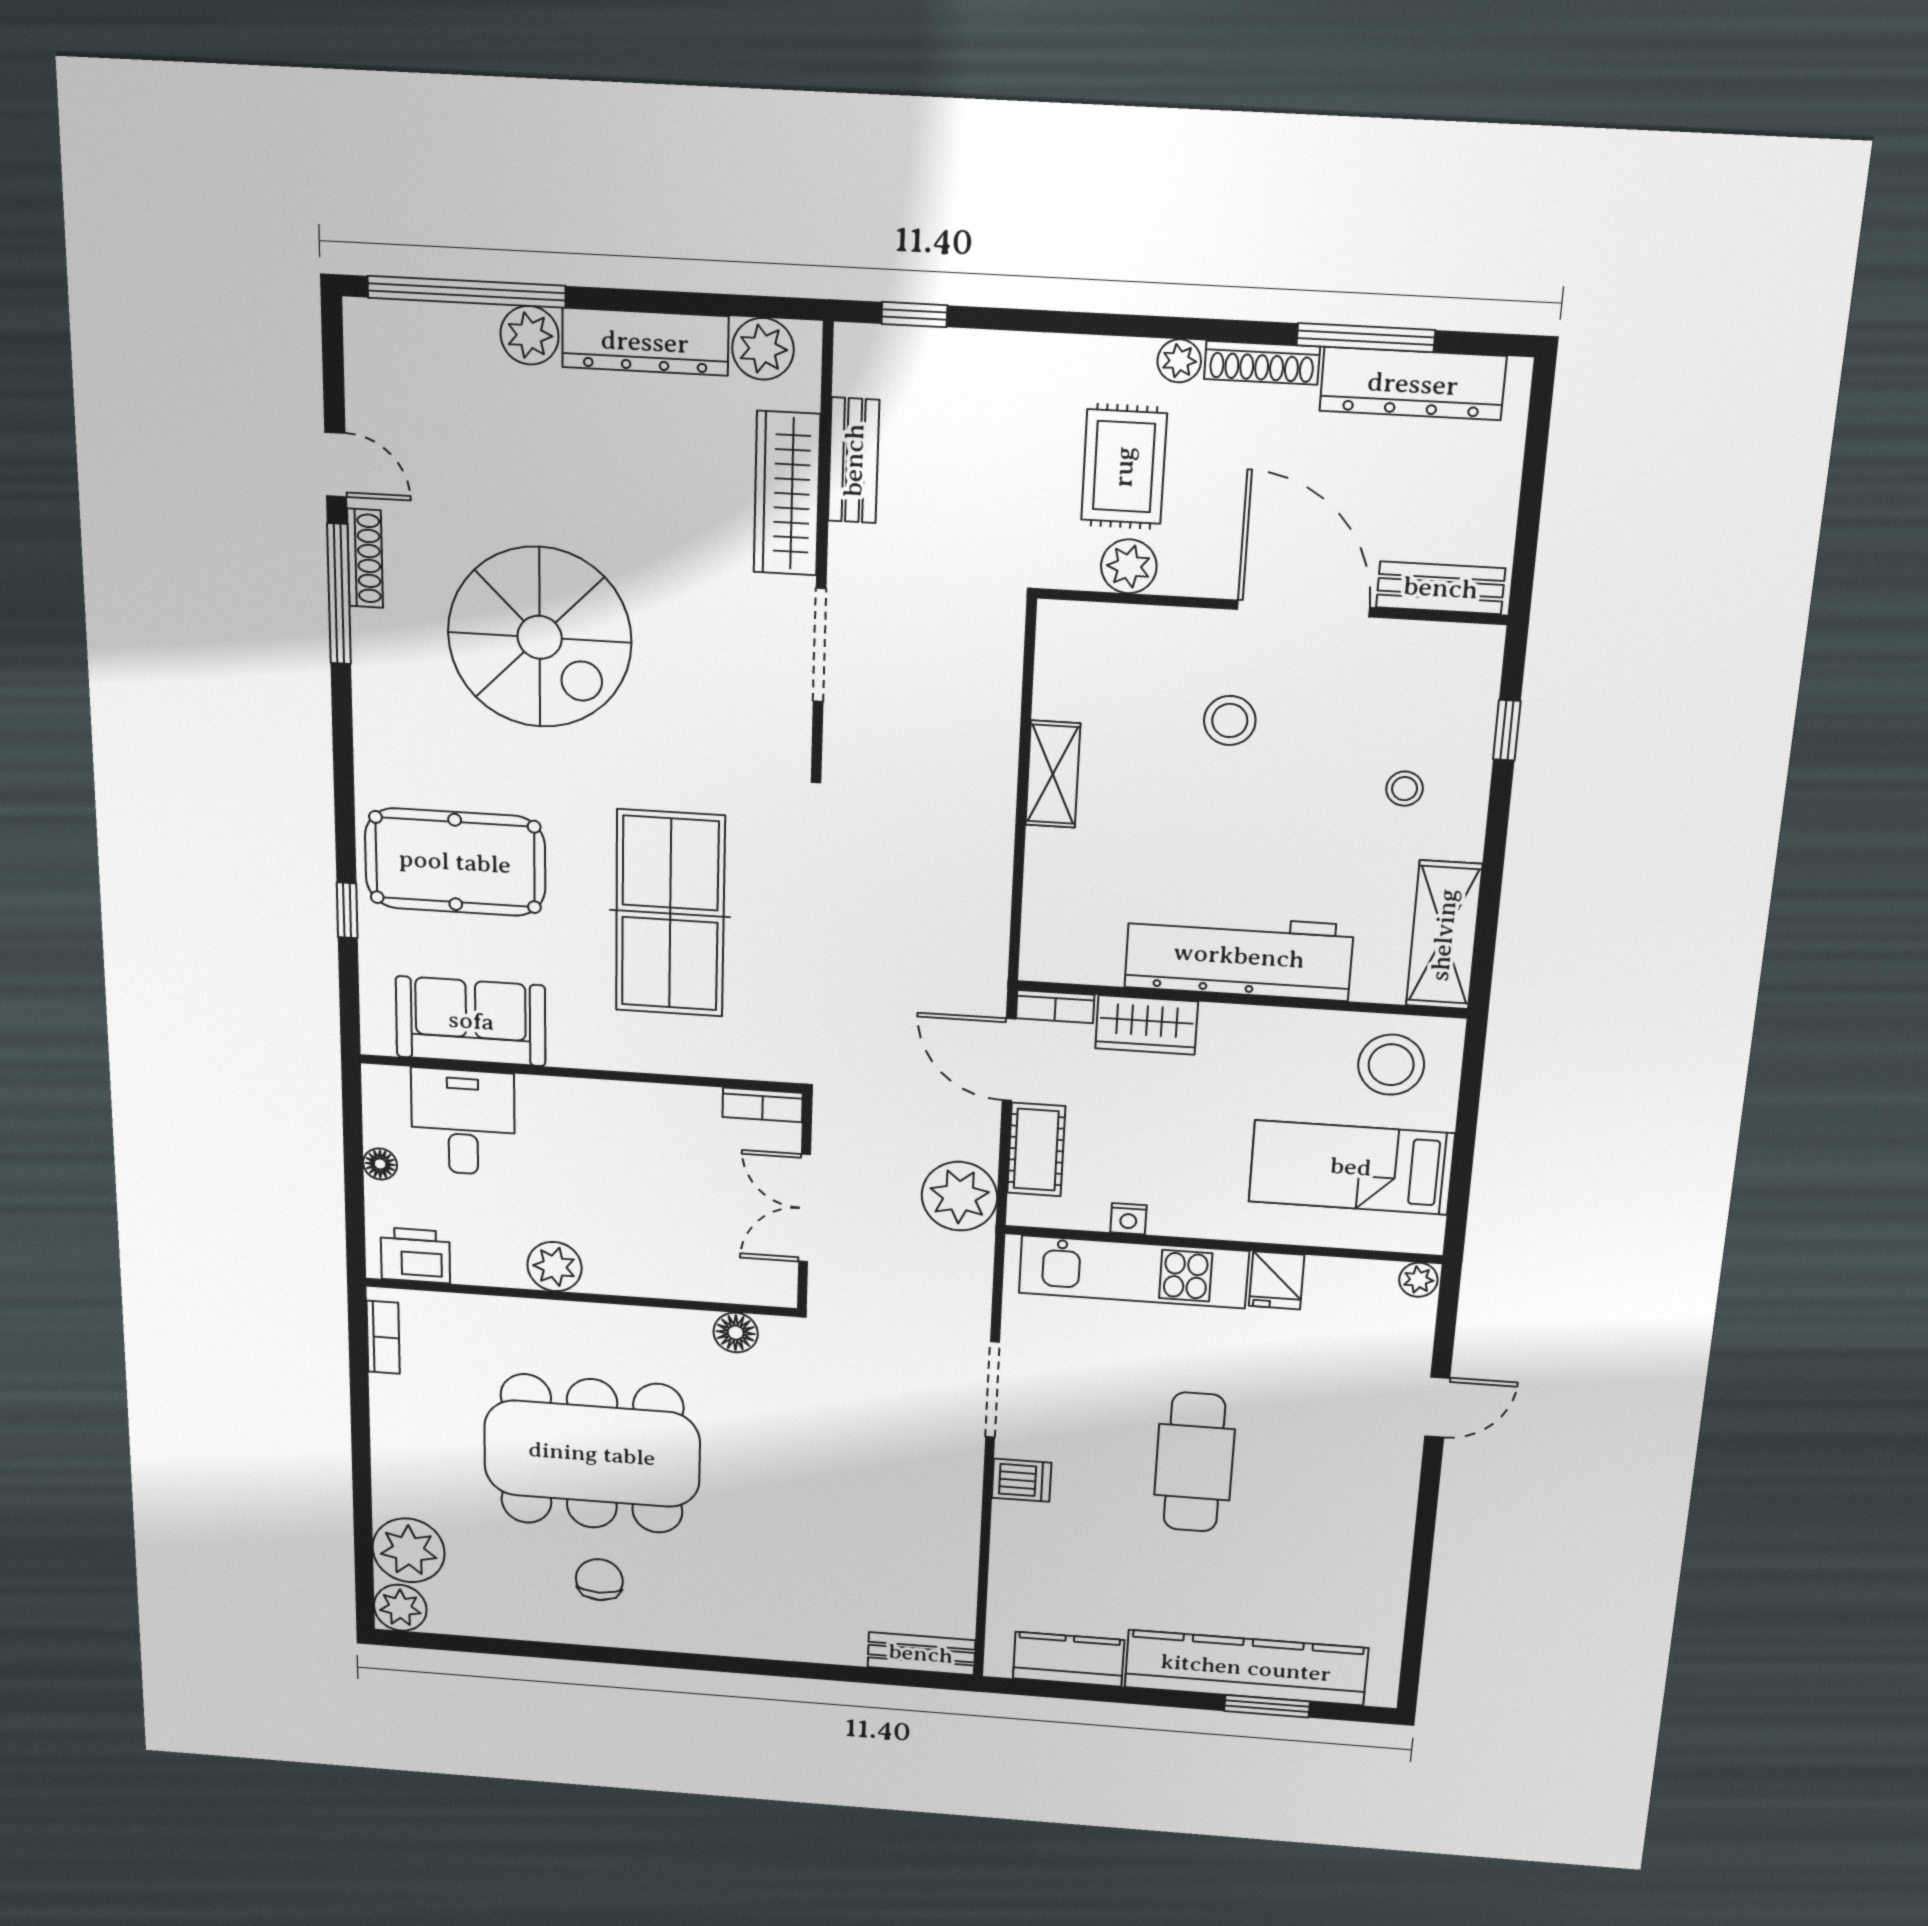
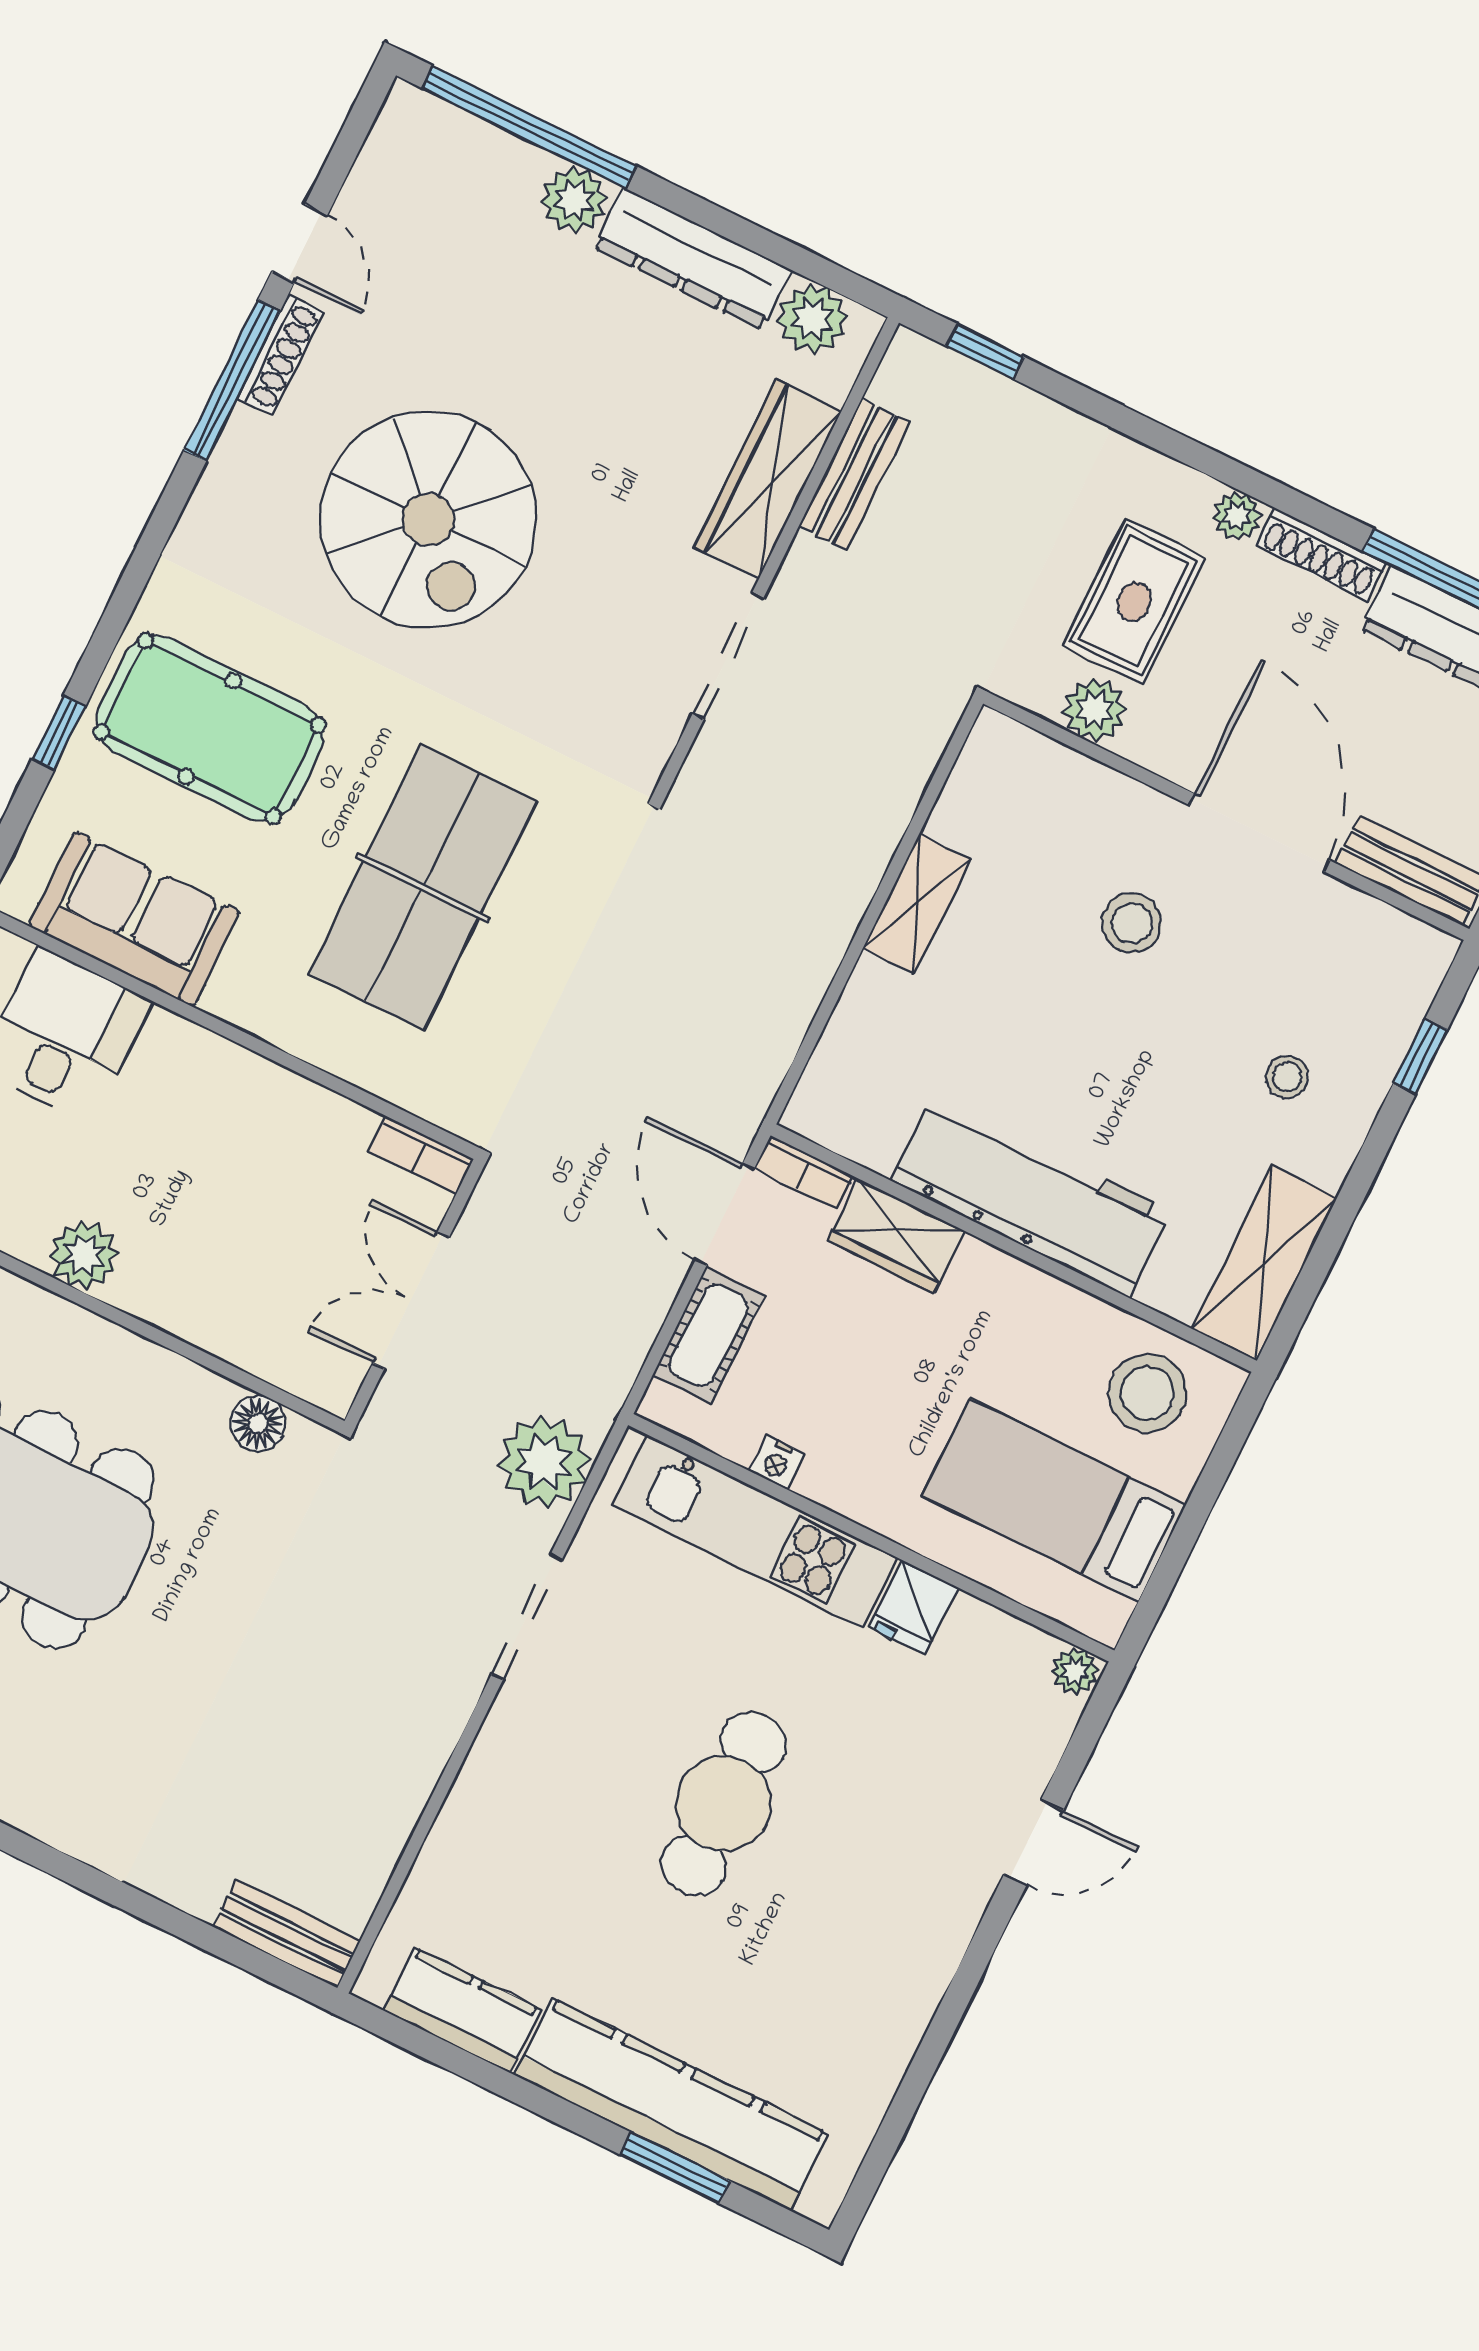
plant: (959, 1196) -> (544, 1462), moved
dishwasher: (1022, 1480) -> (510, 1748), removed

